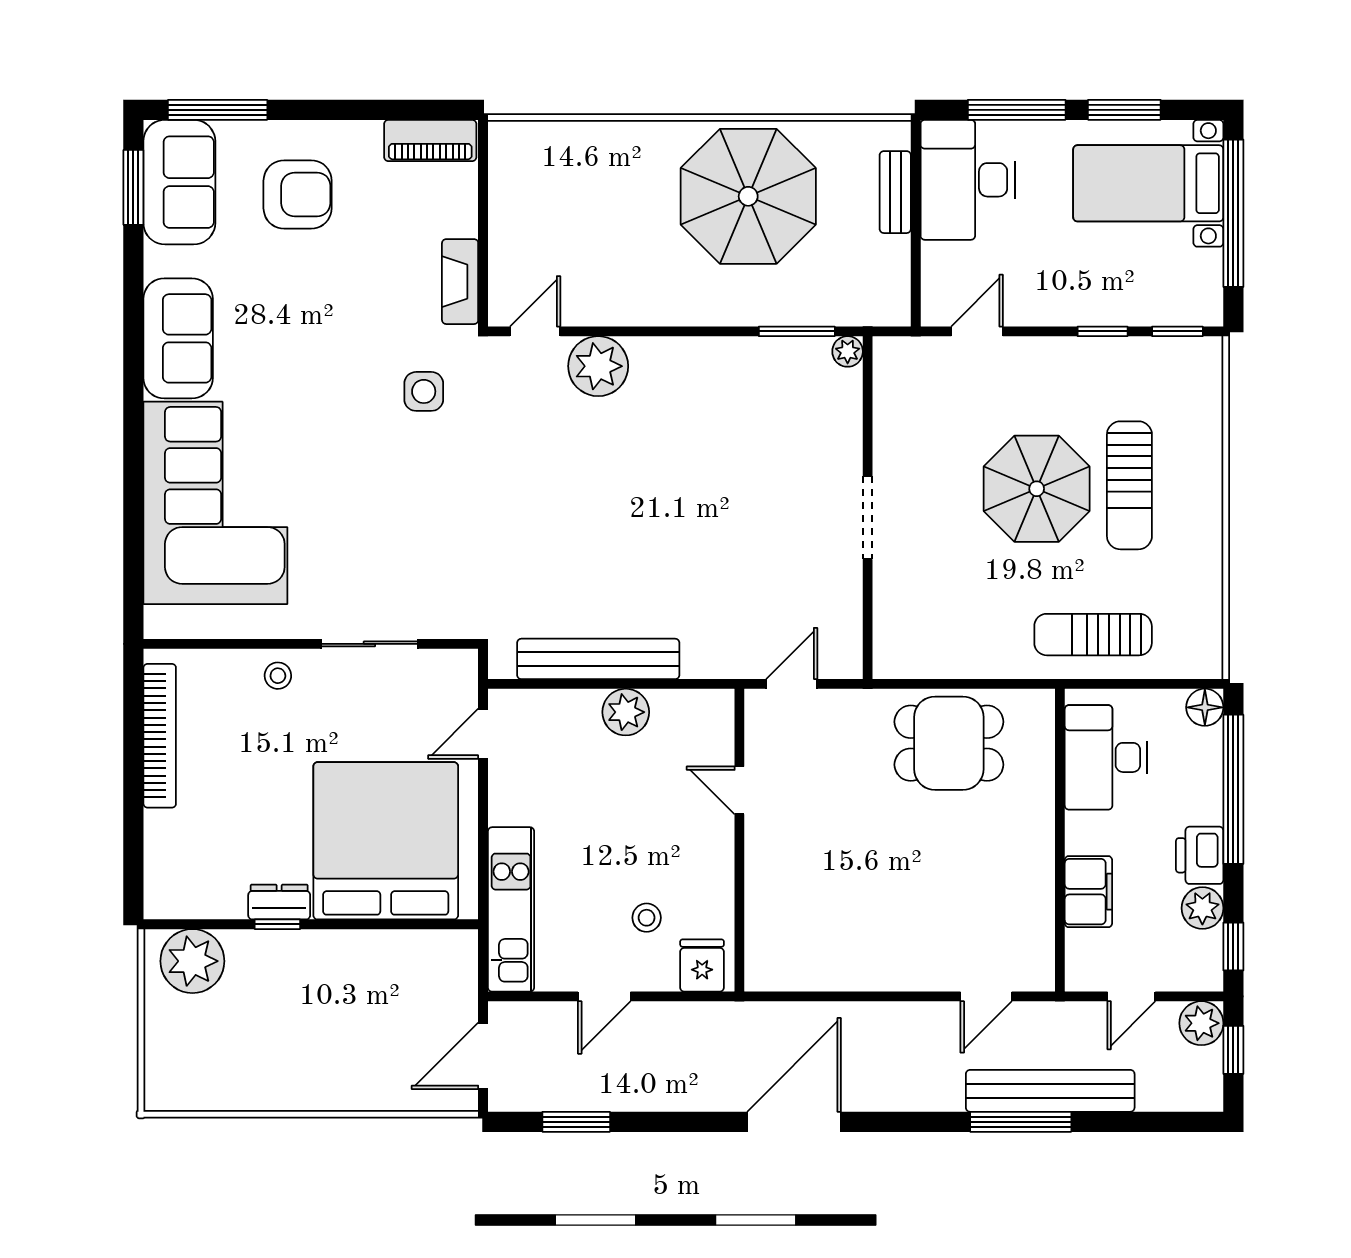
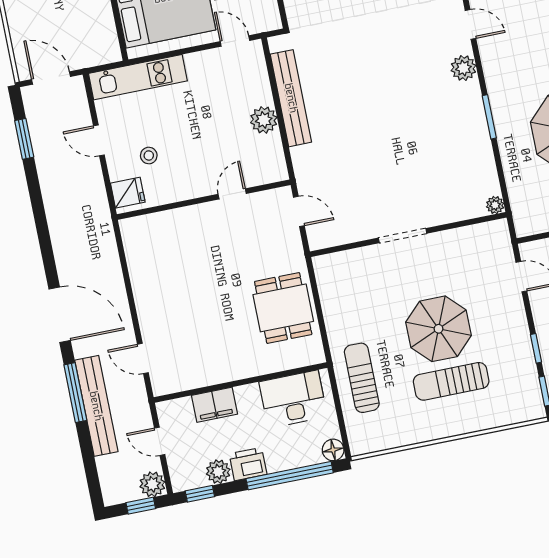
window: (797, 331) -> (489, 117), moved
plant: (598, 366) -> (463, 68), width x0.73, depth x0.73
door: (794, 1122) -> (60, 315), moved

